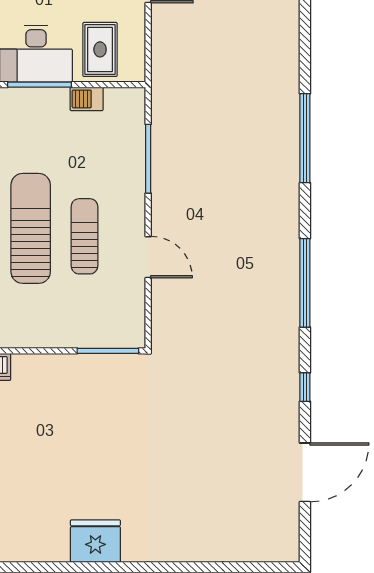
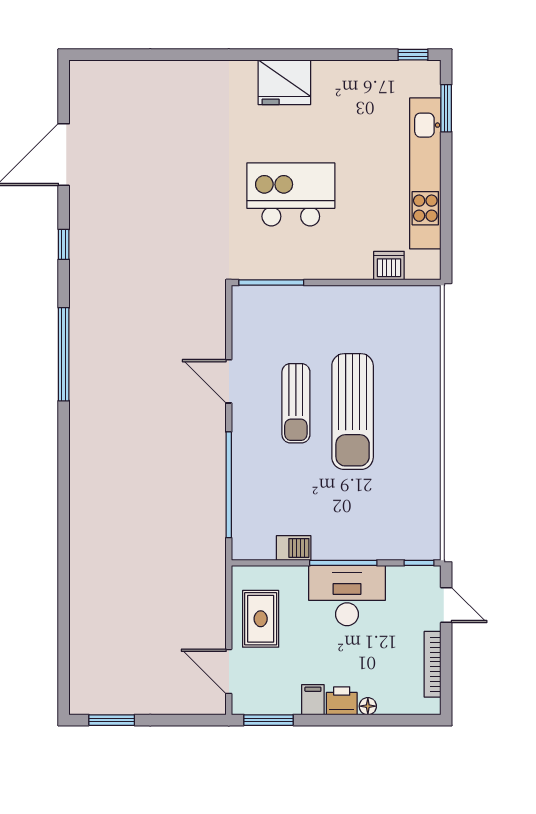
rug: (100, 49) -> (261, 619), moved
window: (305, 138) -> (64, 507), removed
window: (148, 159) -> (229, 485), width x1.46
kitchen island: (89, 435) -> (291, 194), added

